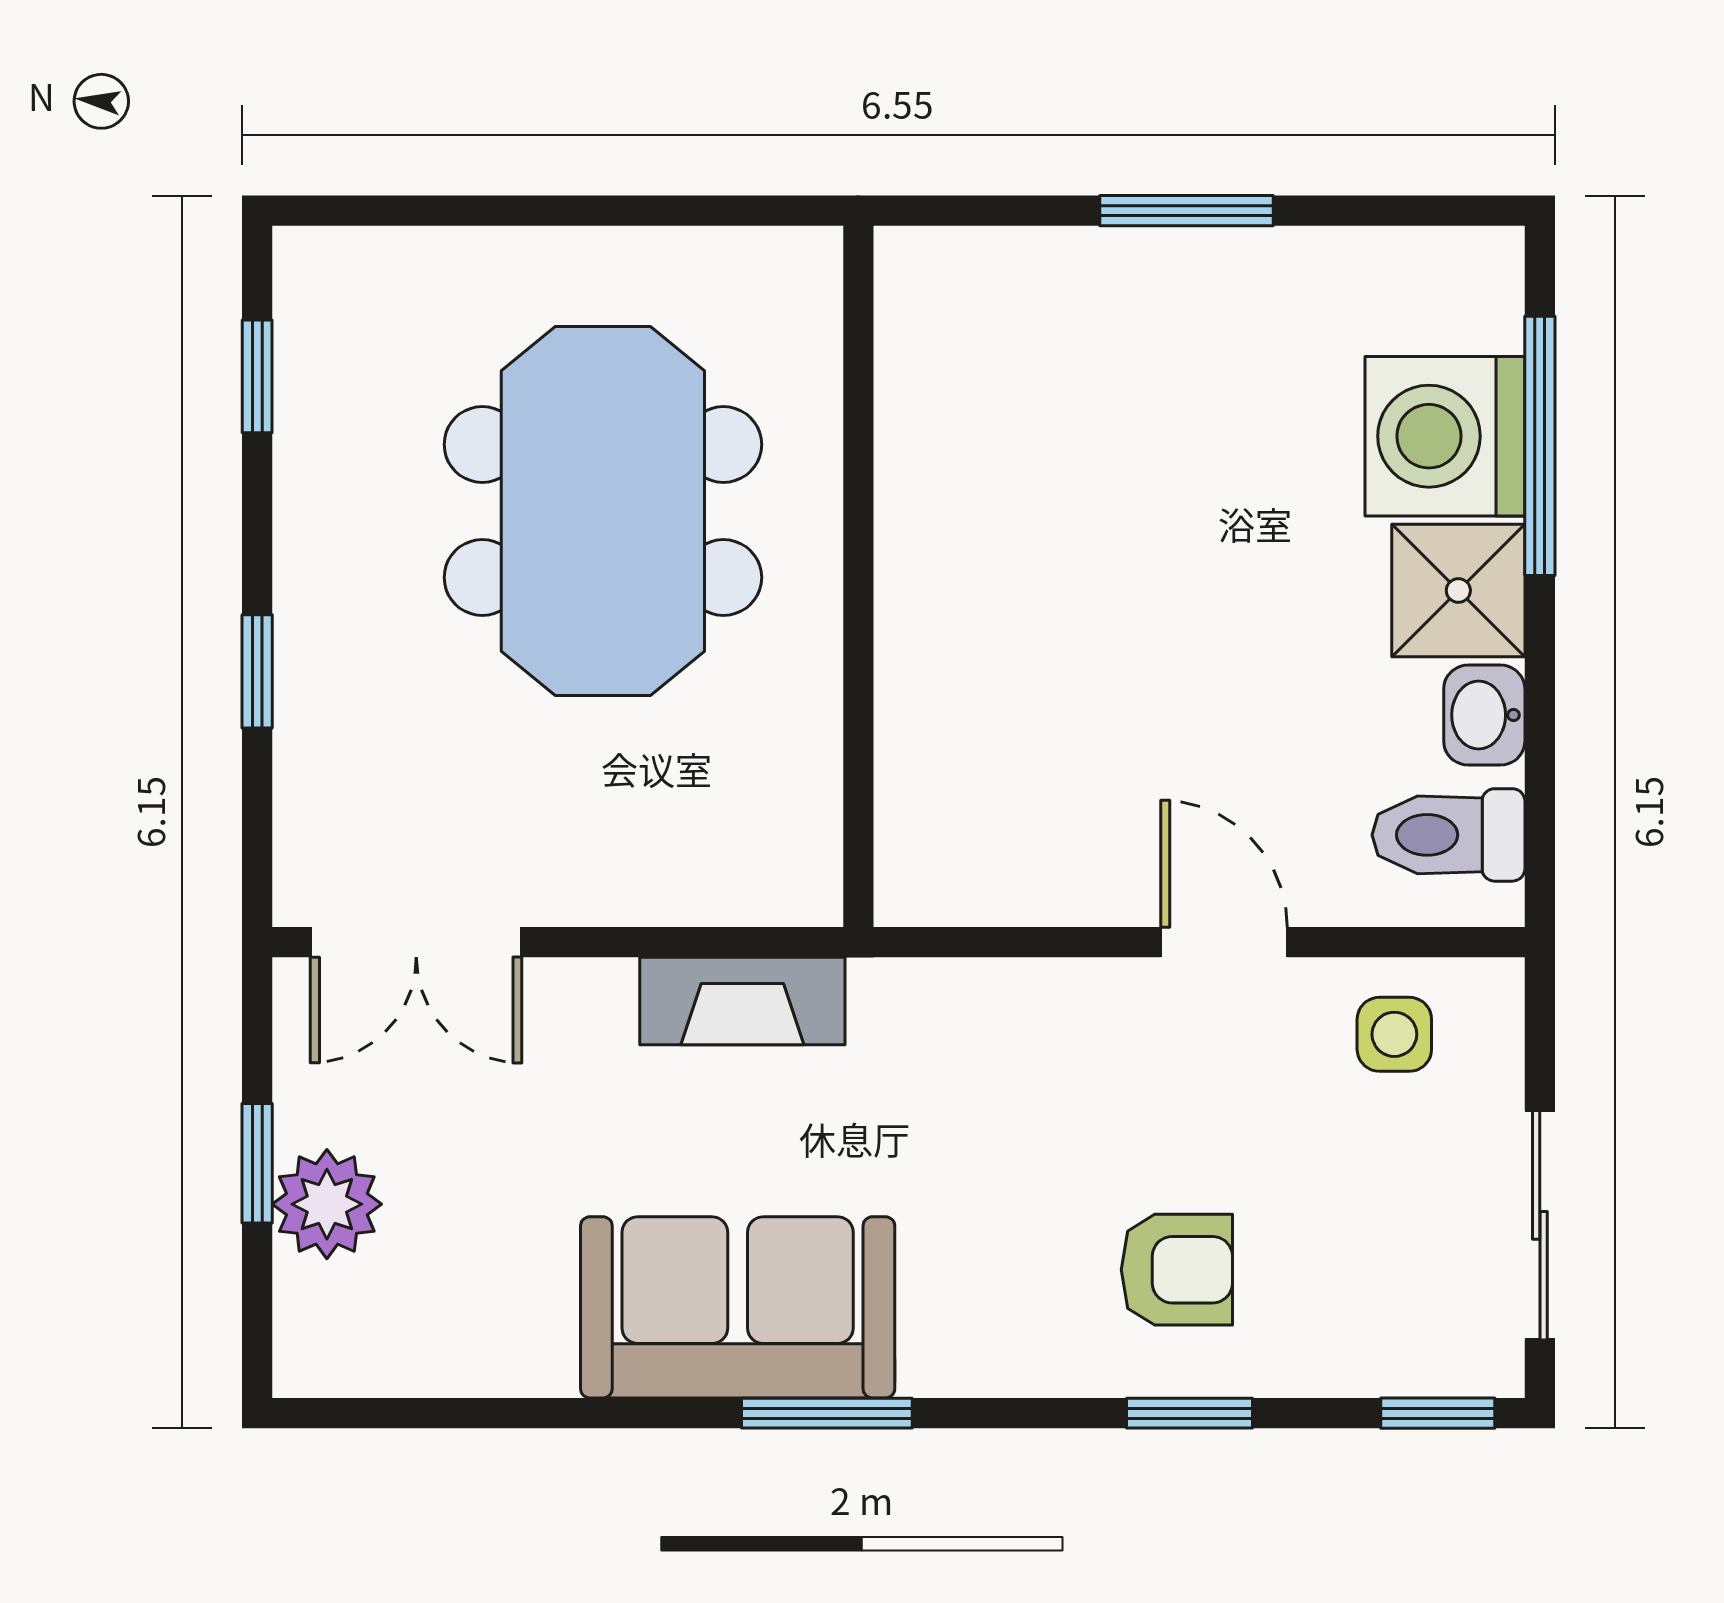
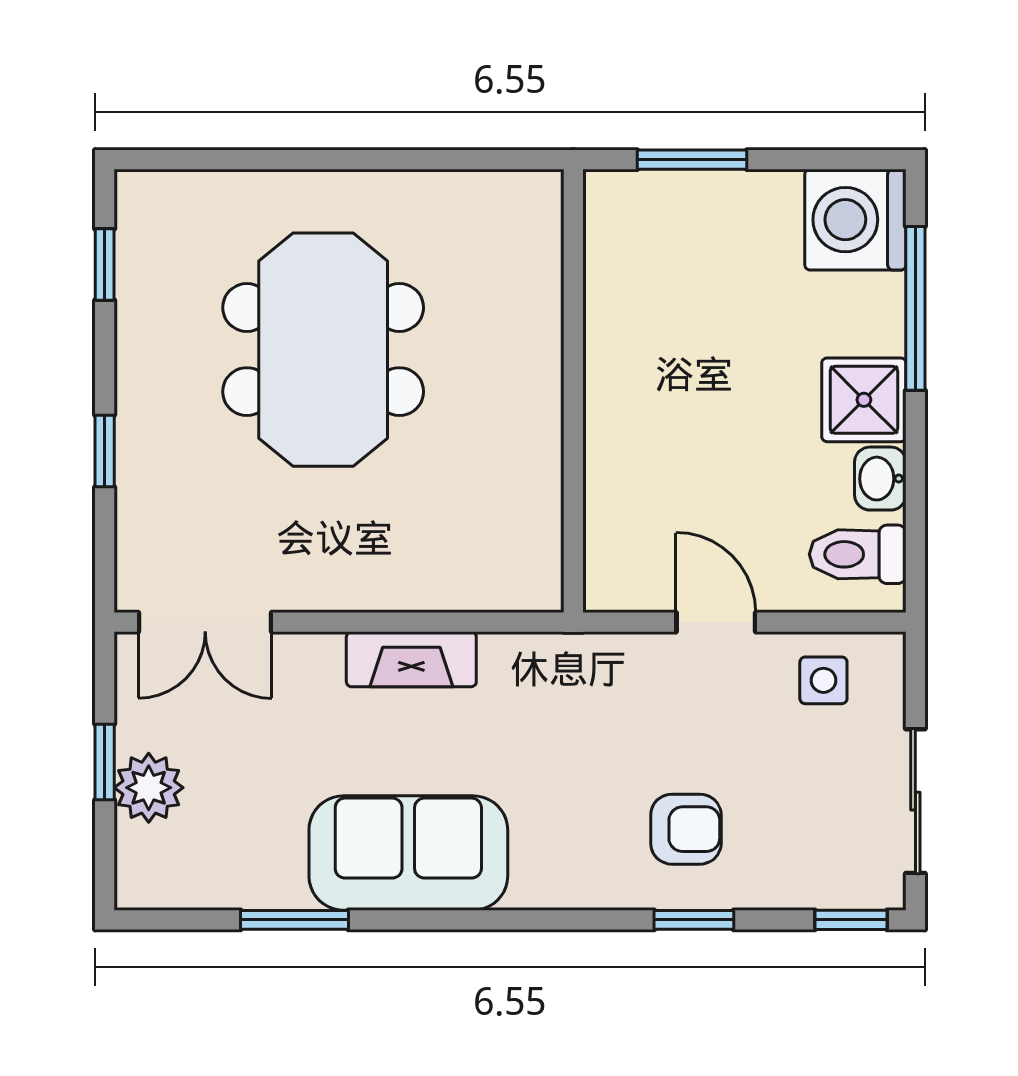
washing machine: (1445, 436) -> (855, 220), moved
wall: (858, 576) -> (573, 391), moved
window: (827, 1413) -> (294, 920), moved

